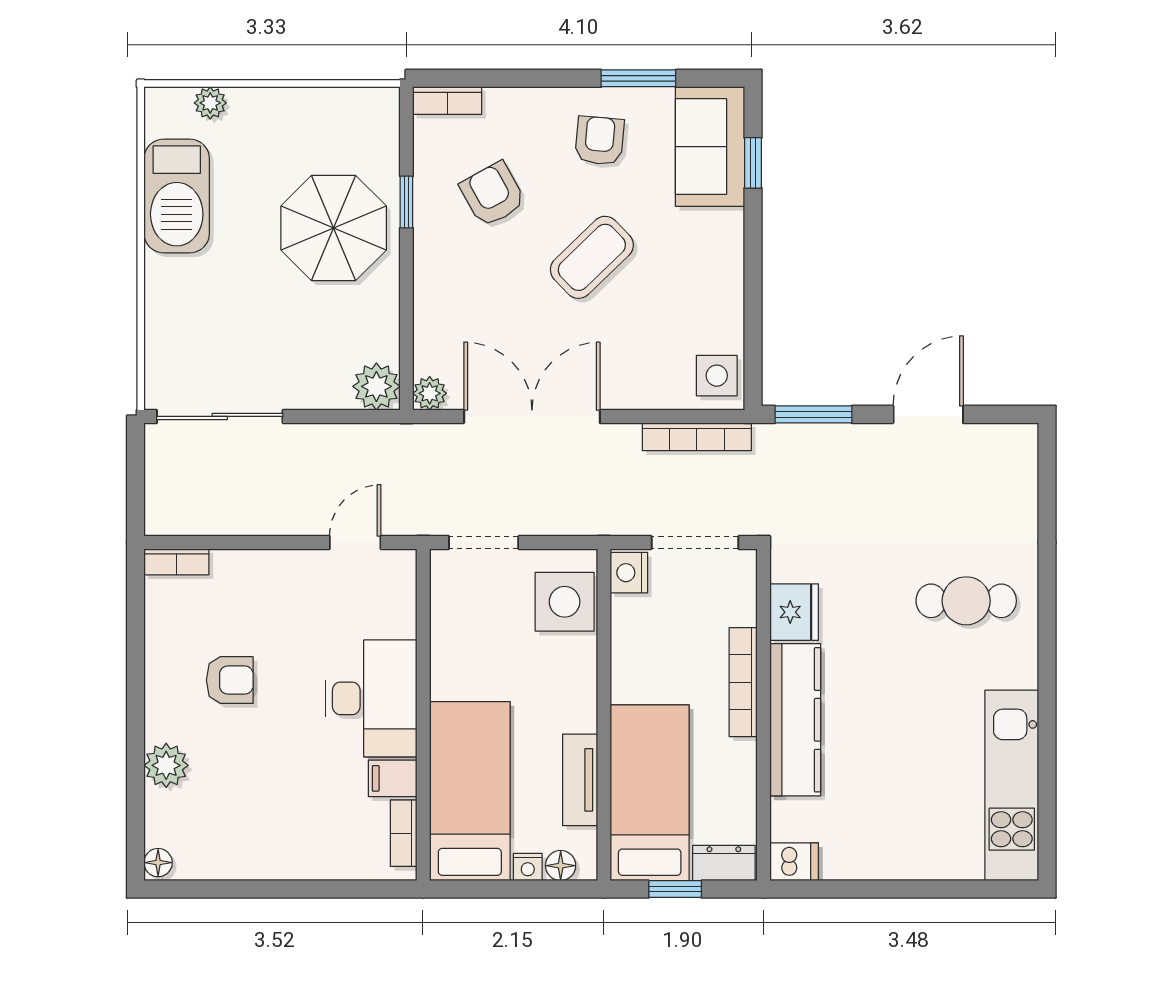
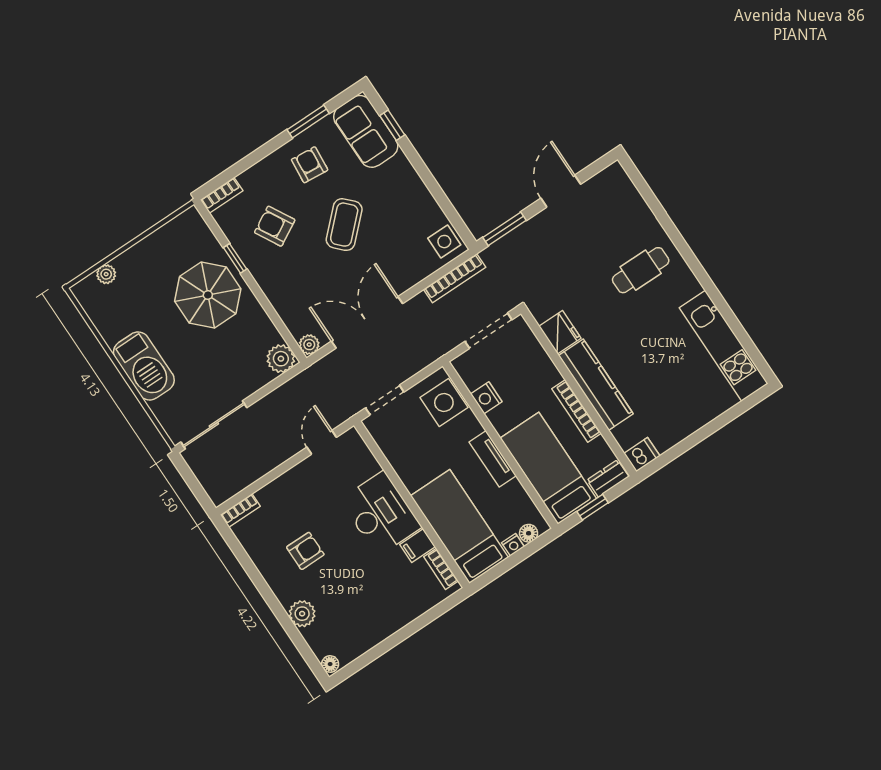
barbecue: (177, 196) -> (144, 366), moved
nightstand: (629, 573) -> (486, 398), moved
bookcase: (743, 682) -> (576, 411), moved
tv unit: (580, 780) -> (493, 459), moved

